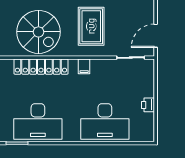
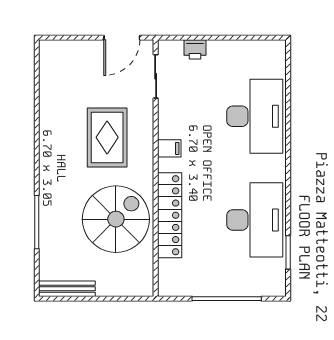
rug: (91, 26) -> (107, 137), turned 90
door: (156, 36) -> (122, 38), hinge flipped
printer: (148, 105) -> (195, 49), moved

